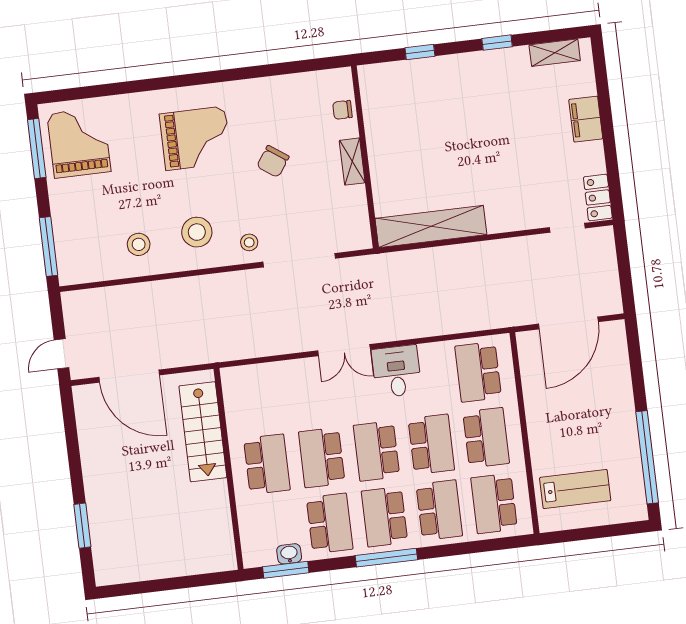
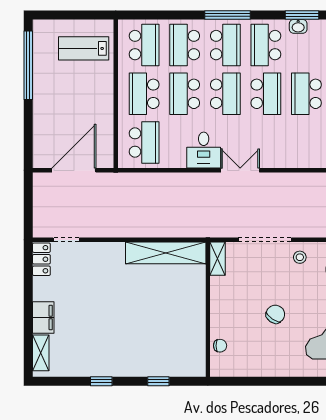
shelving: (555, 53) -> (41, 353), moved, turned 90
shelving: (352, 162) -> (218, 259), moved

